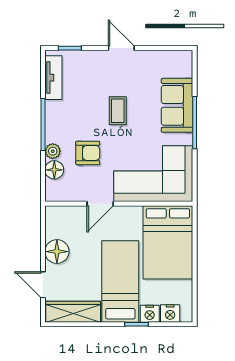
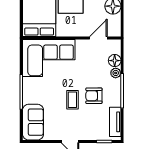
sofa: (177, 105) -> (33, 122), moved
armchair: (88, 153) -> (94, 96), moved
door: (100, 204) -> (98, 38), moved

